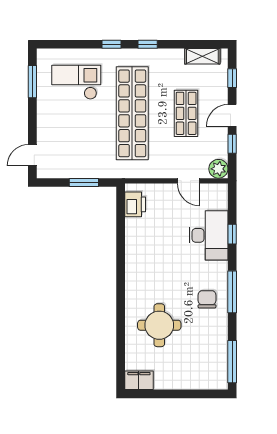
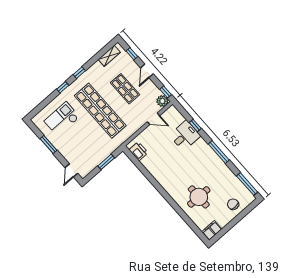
window: (32, 82) -> (49, 145), moved
window: (232, 144) -> (166, 92), moved
desk: (208, 235) -> (185, 136), width x0.73
chair: (207, 299) -> (233, 204), moved

